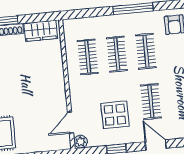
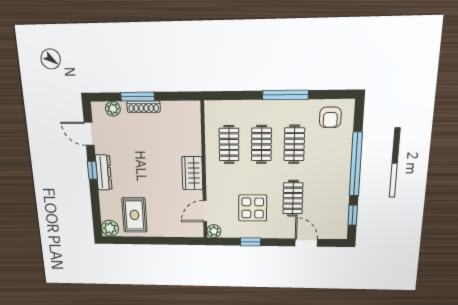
wardrobe: (41, 31) -> (192, 173), moved, turned 90
door: (156, 145) -> (306, 243), moved

